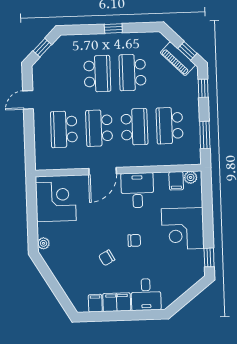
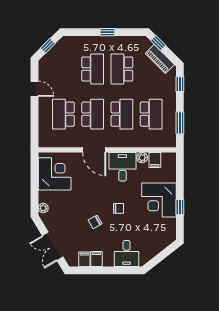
window: (187, 51) -> (158, 43), moved
door: (28, 100) -> (35, 89), swing flipped
school desk: (170, 126) -> (151, 114), turned 180
school desk: (99, 128) -> (93, 114), turned 180
door: (103, 171) -> (94, 150), hinge flipped
plant: (191, 177) -> (142, 158), moved
window: (209, 257) -> (180, 207), moved
double door: (57, 289) -> (53, 246), added
filing cabinet: (117, 302) -> (96, 259), width x0.50

